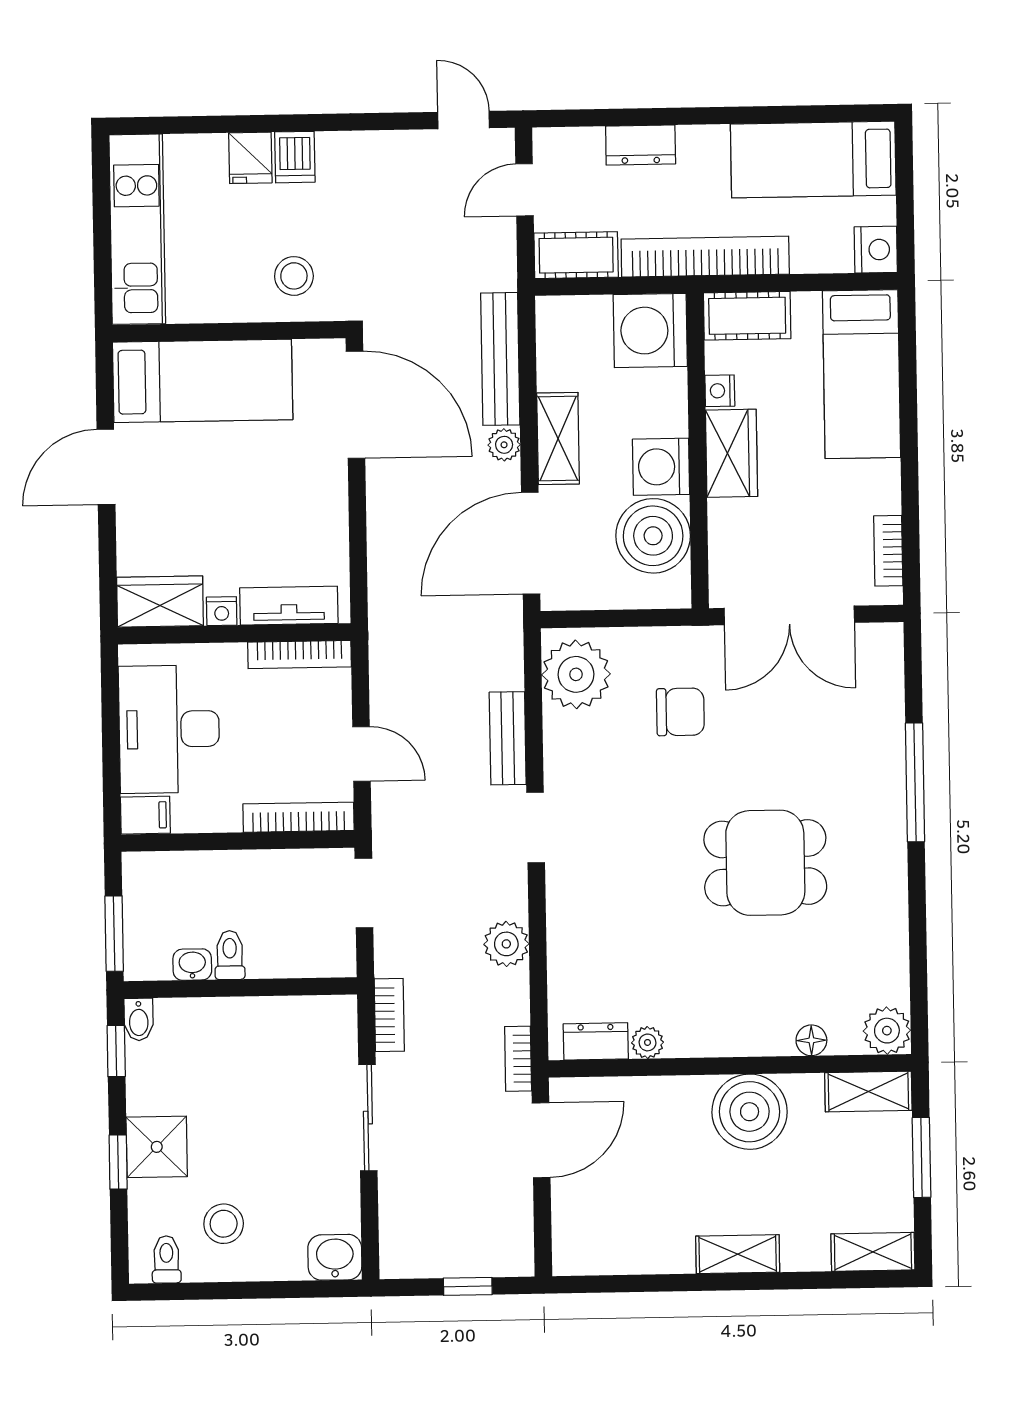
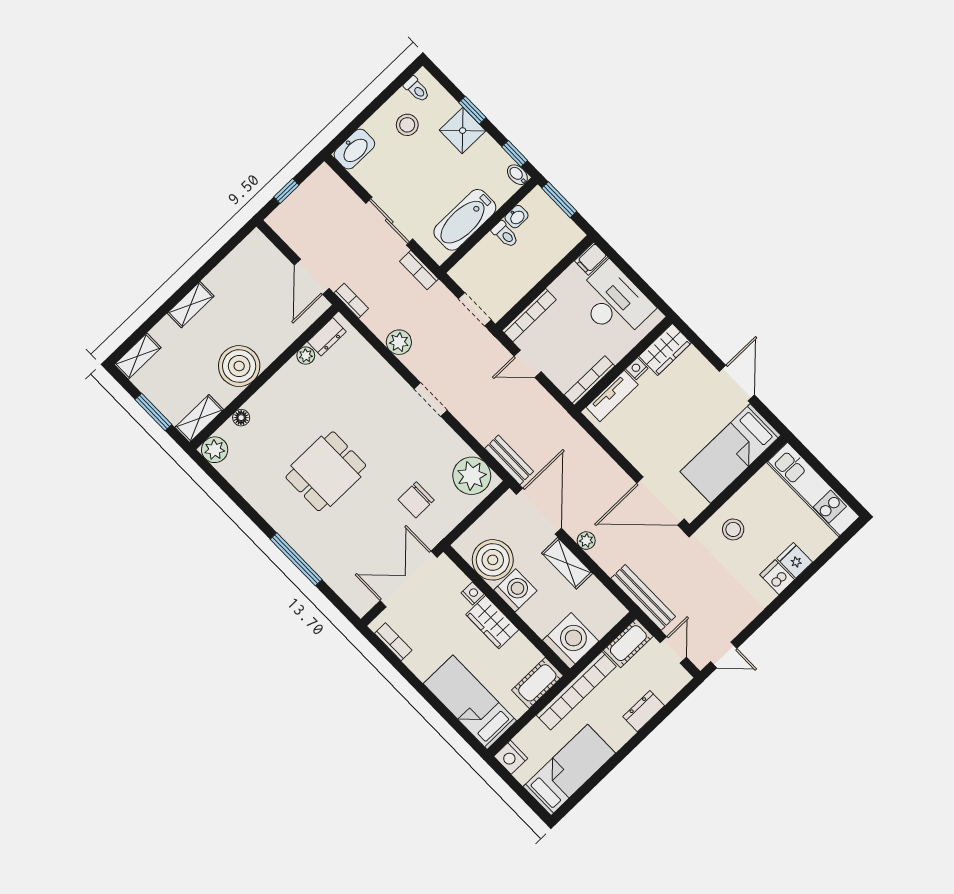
bench: (500, 359) -> (643, 597), moved
nightstand: (720, 391) -> (473, 593), moved
bench: (508, 738) -> (509, 460), moved
bathtub: (265, 1025) -> (465, 220), added
washbasin: (335, 1257) -> (354, 149), width x1.38

